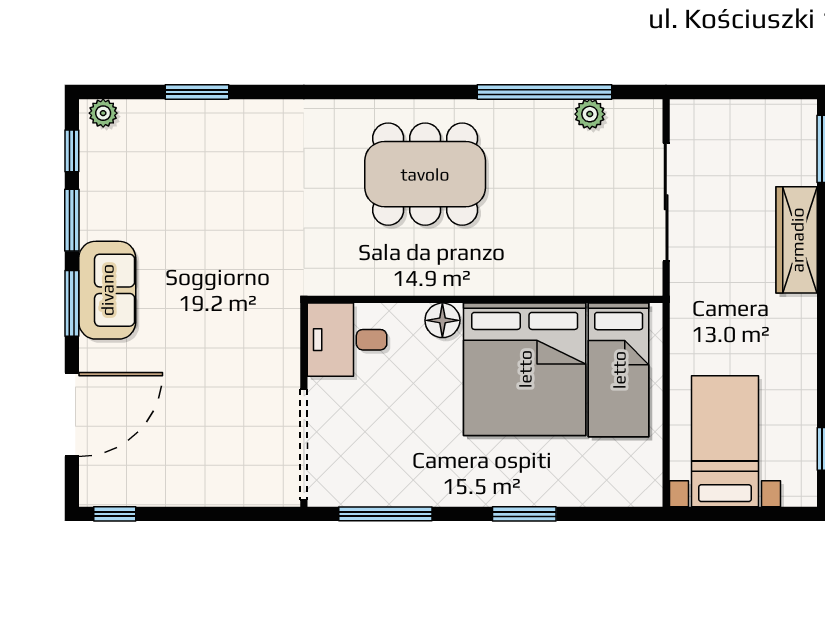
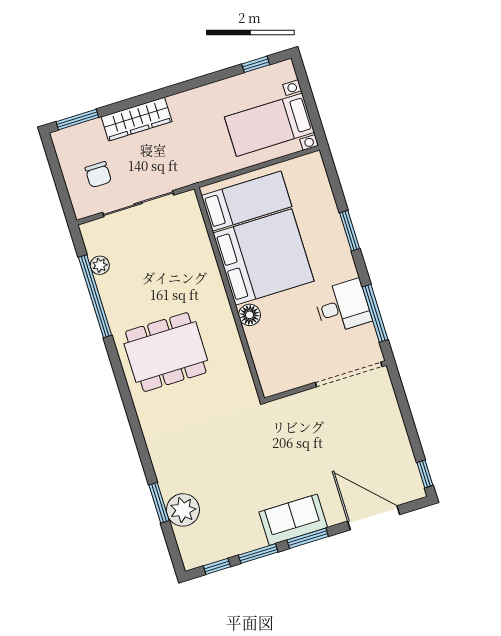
plant: (103, 113) -> (183, 510), moved, width x1.88, depth x1.88
chair: (730, 155) -> (98, 175), added
dining table: (425, 174) -> (166, 352), turned 90
desk: (347, 340) -> (343, 306), moved, turned -90

